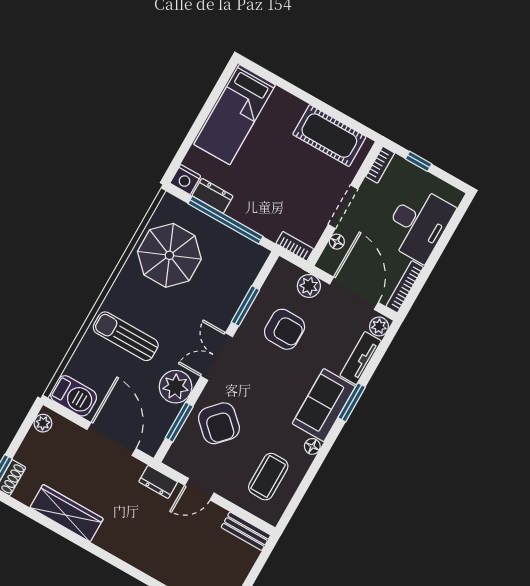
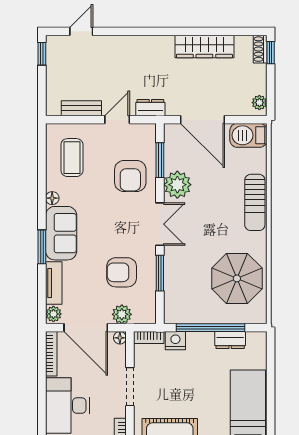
nightstand: (185, 180) -> (175, 341), moved
floor lamp: (337, 242) -> (120, 338), moved
sun lounger: (126, 336) -> (255, 202), moved, turned 90
armchair: (219, 423) -> (130, 176), turned -133
bench: (246, 531) -> (81, 108), moved

